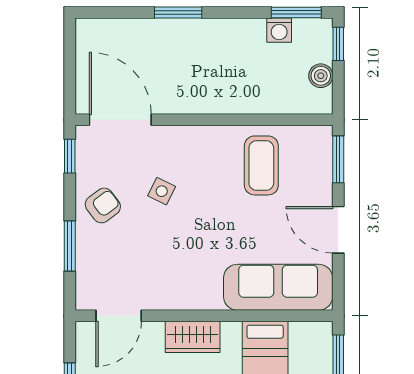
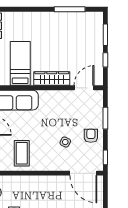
armchair: (103, 205) -> (91, 136), turned 127
wardrobe: (193, 337) -> (52, 78), width x1.50

